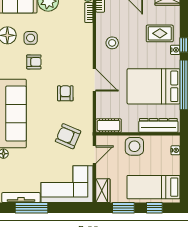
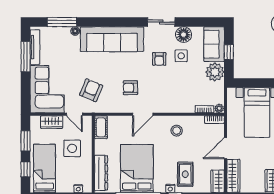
armchair: (65, 93) -> (130, 88), turned 180
side table: (134, 146) -> (72, 148), moved
wardrobe: (103, 191) -> (52, 122), moved

